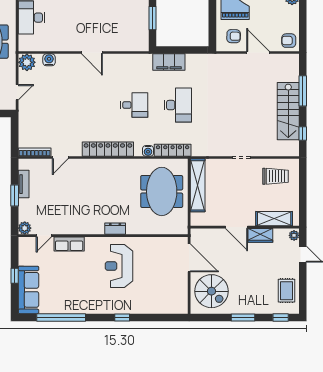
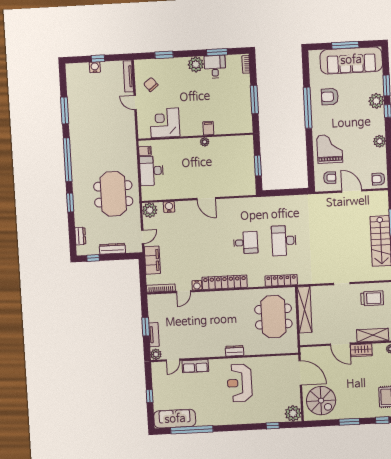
filing cabinet: (169, 62) -> (152, 260), moved, turned -90
desk: (178, 105) -> (284, 241), turned 180
water cooler: (148, 151) -> (197, 285), moved
tv unit: (24, 184) -> (154, 335), moved
sofa: (28, 290) -> (175, 419), moved, turned -90
plant: (179, 304) -> (293, 413), added
window: (122, 317) -> (273, 426), moved

